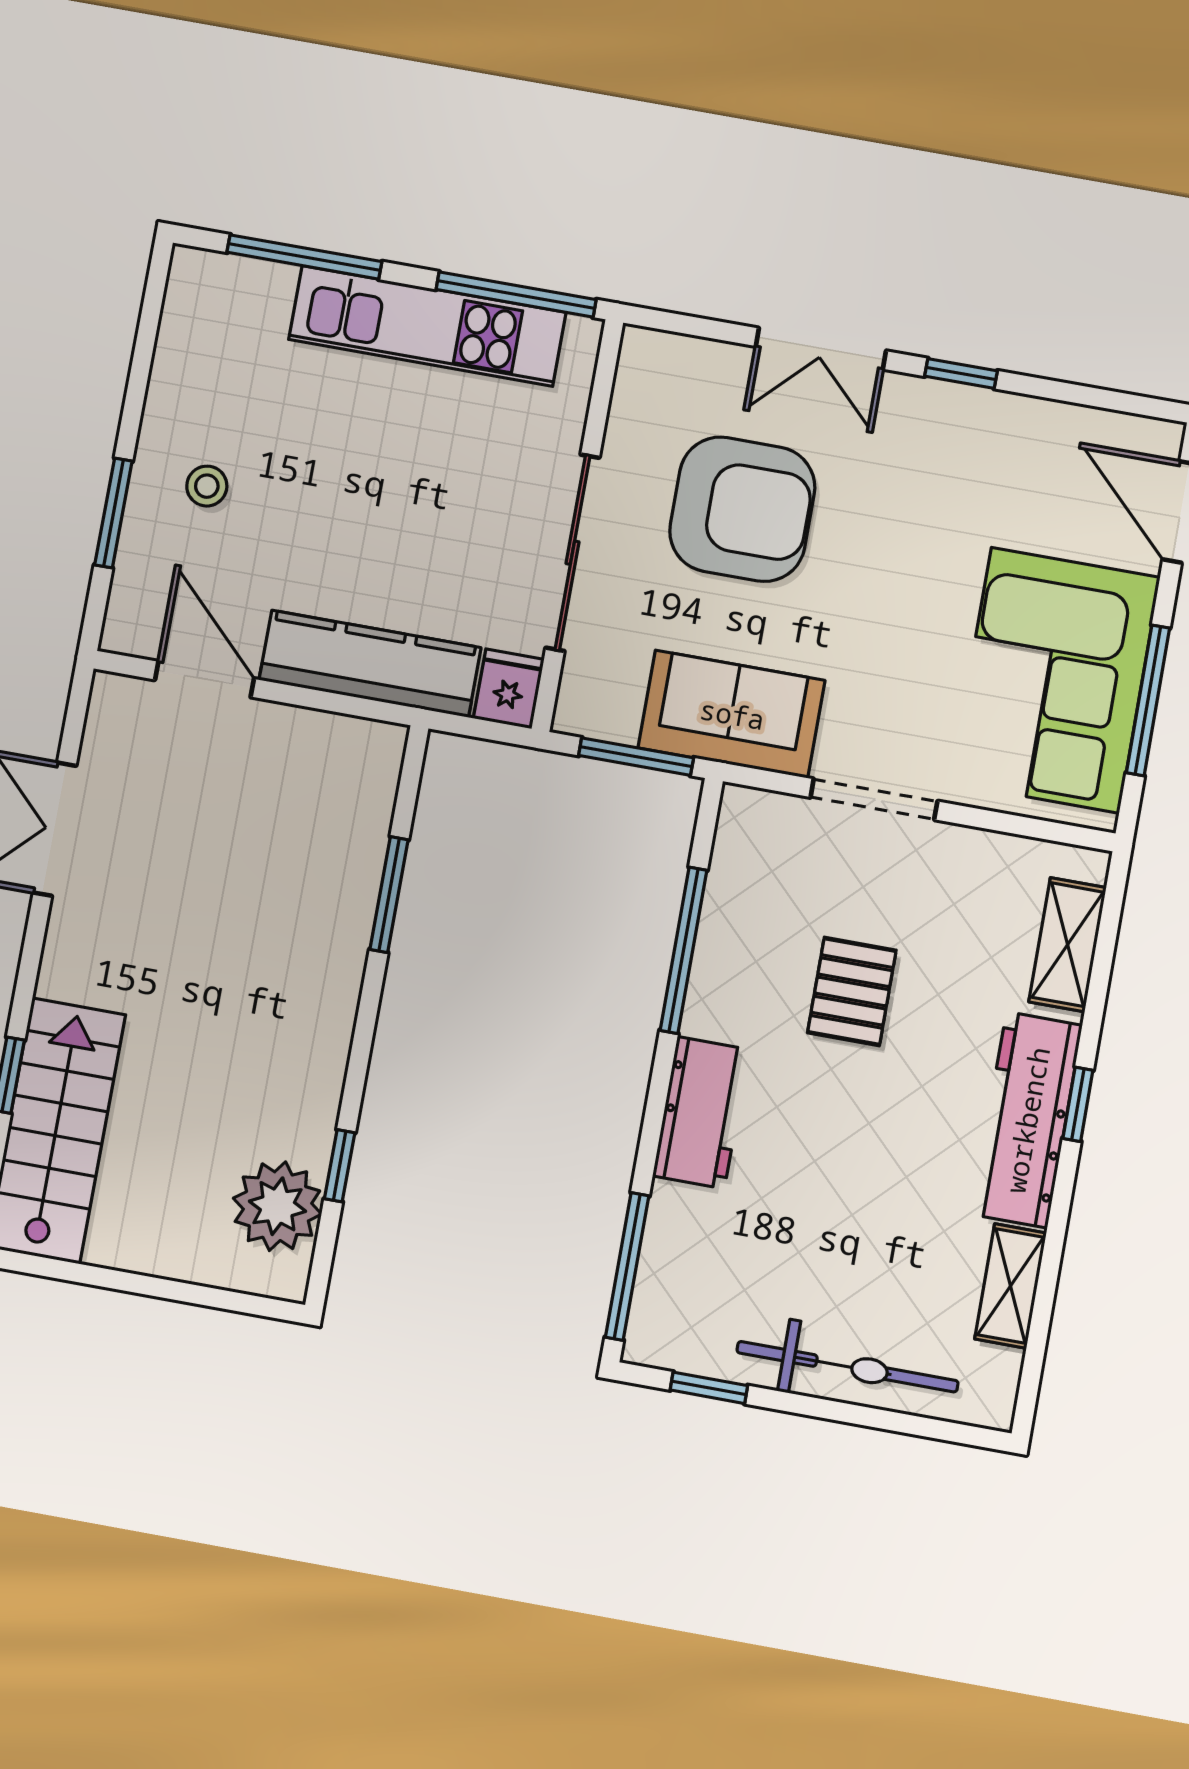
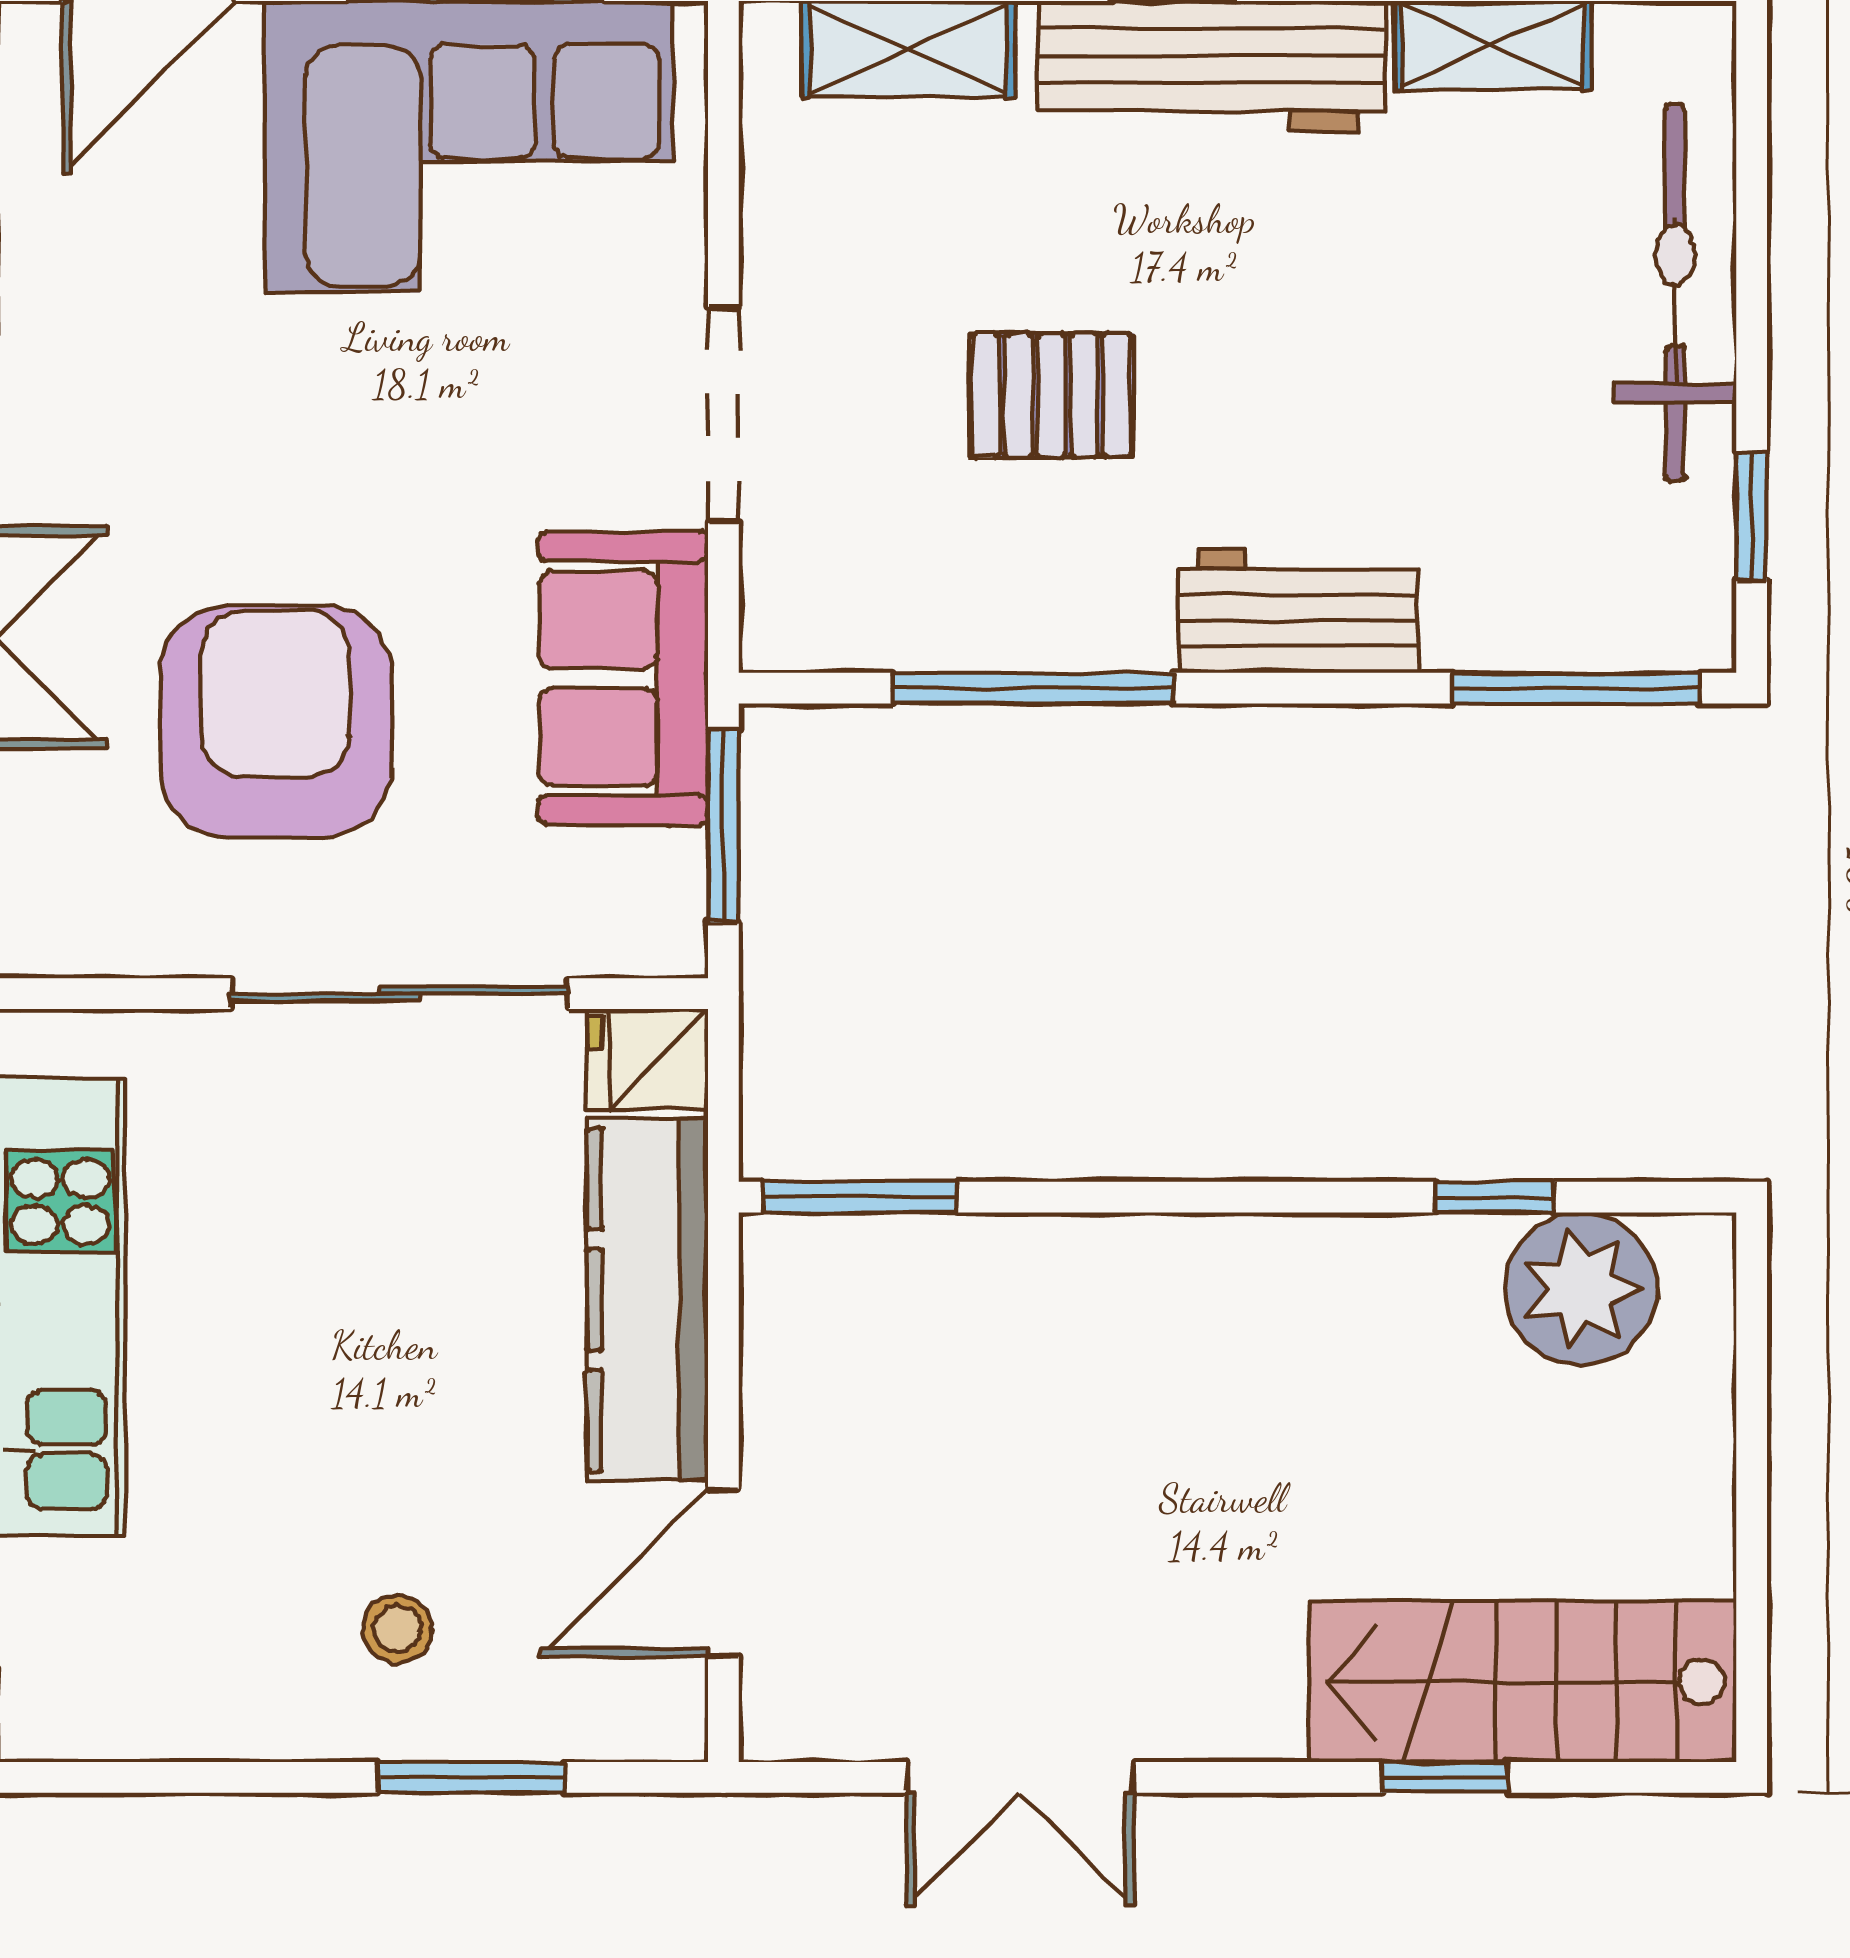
window: (389, 895) -> (860, 1197), moved

